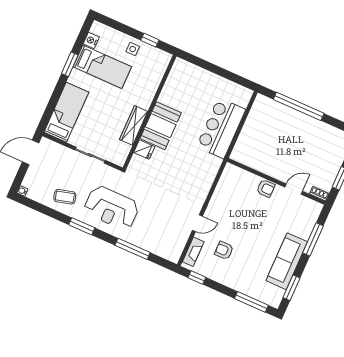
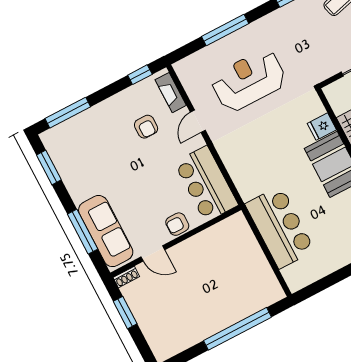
door: (294, 189) -> (153, 253), hinge flipped
bar counter: (230, 190) -> (206, 184), added
reception desk: (112, 208) -> (249, 80), moved
armchair: (224, 251) -> (146, 127), turned 90
sofa: (287, 261) -> (106, 231), moved

